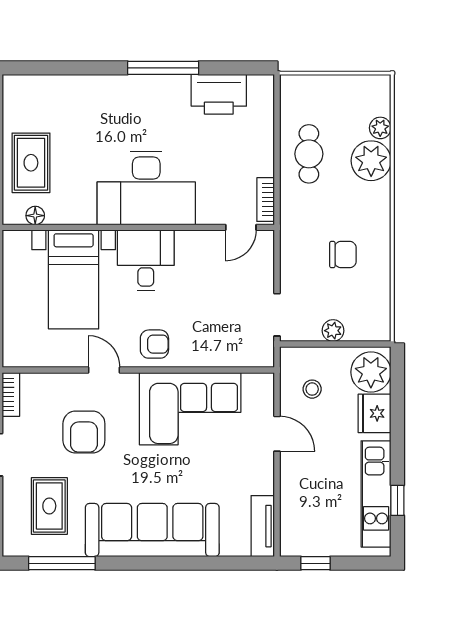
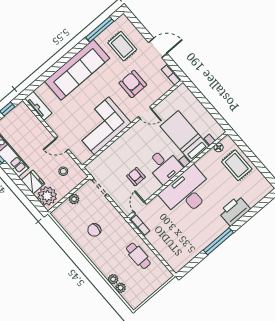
printer: (219, 94) -> (235, 211), moved
plant: (371, 161) -> (113, 279), width x0.53, depth x0.53
armchair: (154, 344) -> (136, 177), moved, turned 90

